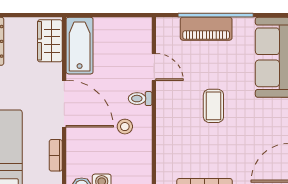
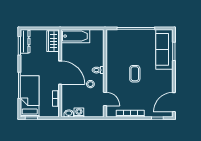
piano: (206, 29) -> (131, 35), removed
bathtub: (80, 46) -> (75, 36), moved, turned 90
door: (154, 67) -> (105, 99), moved

